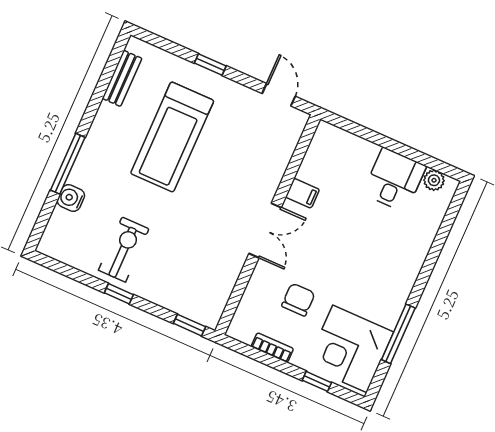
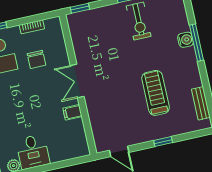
treadmill: (172, 137) -> (156, 93), width x0.73, depth x0.73
water cooler: (71, 198) -> (185, 40), moved

